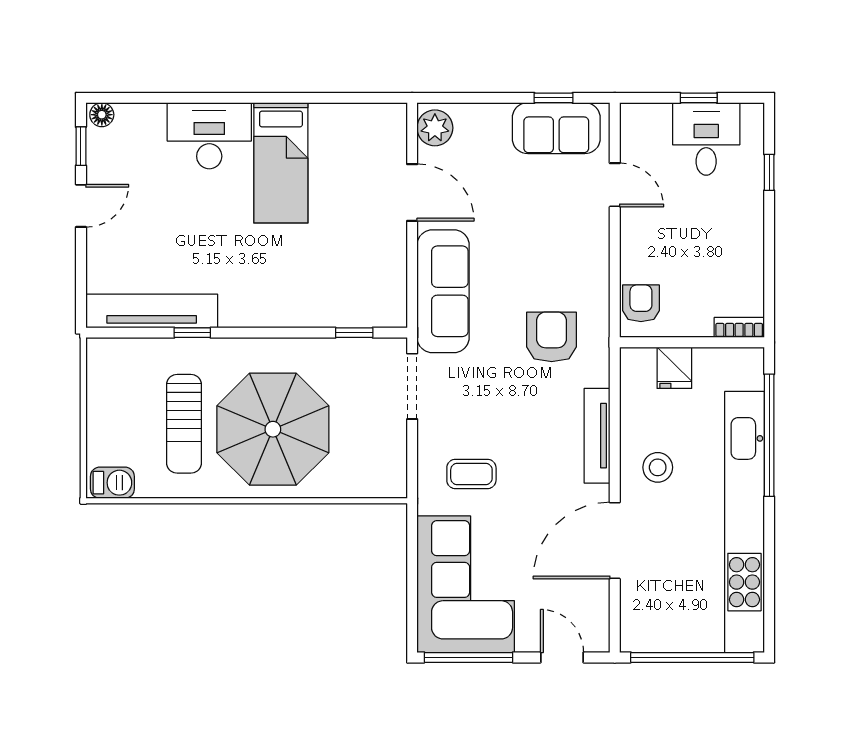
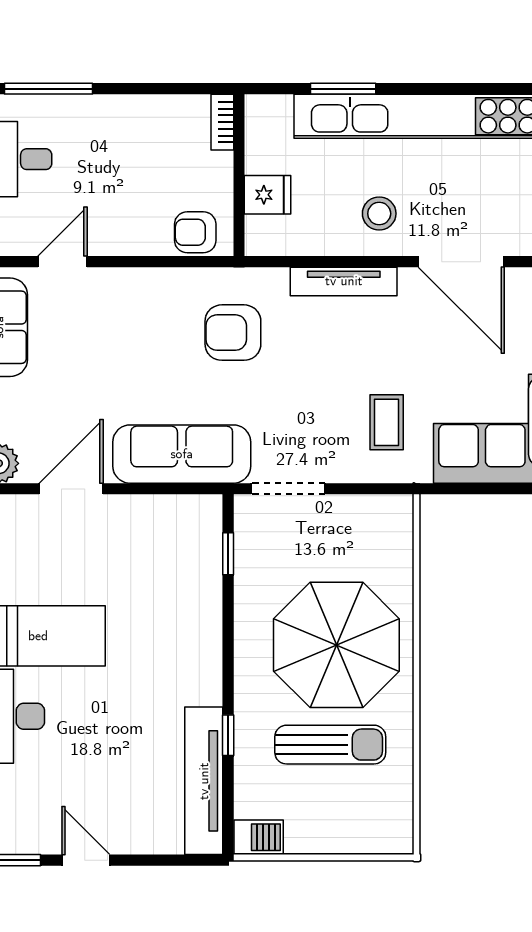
window: (769, 172) -> (48, 89), width x2.17
window: (769, 435) -> (343, 89), width x0.47
barbecue: (112, 483) -> (259, 837), moved, turned 90

